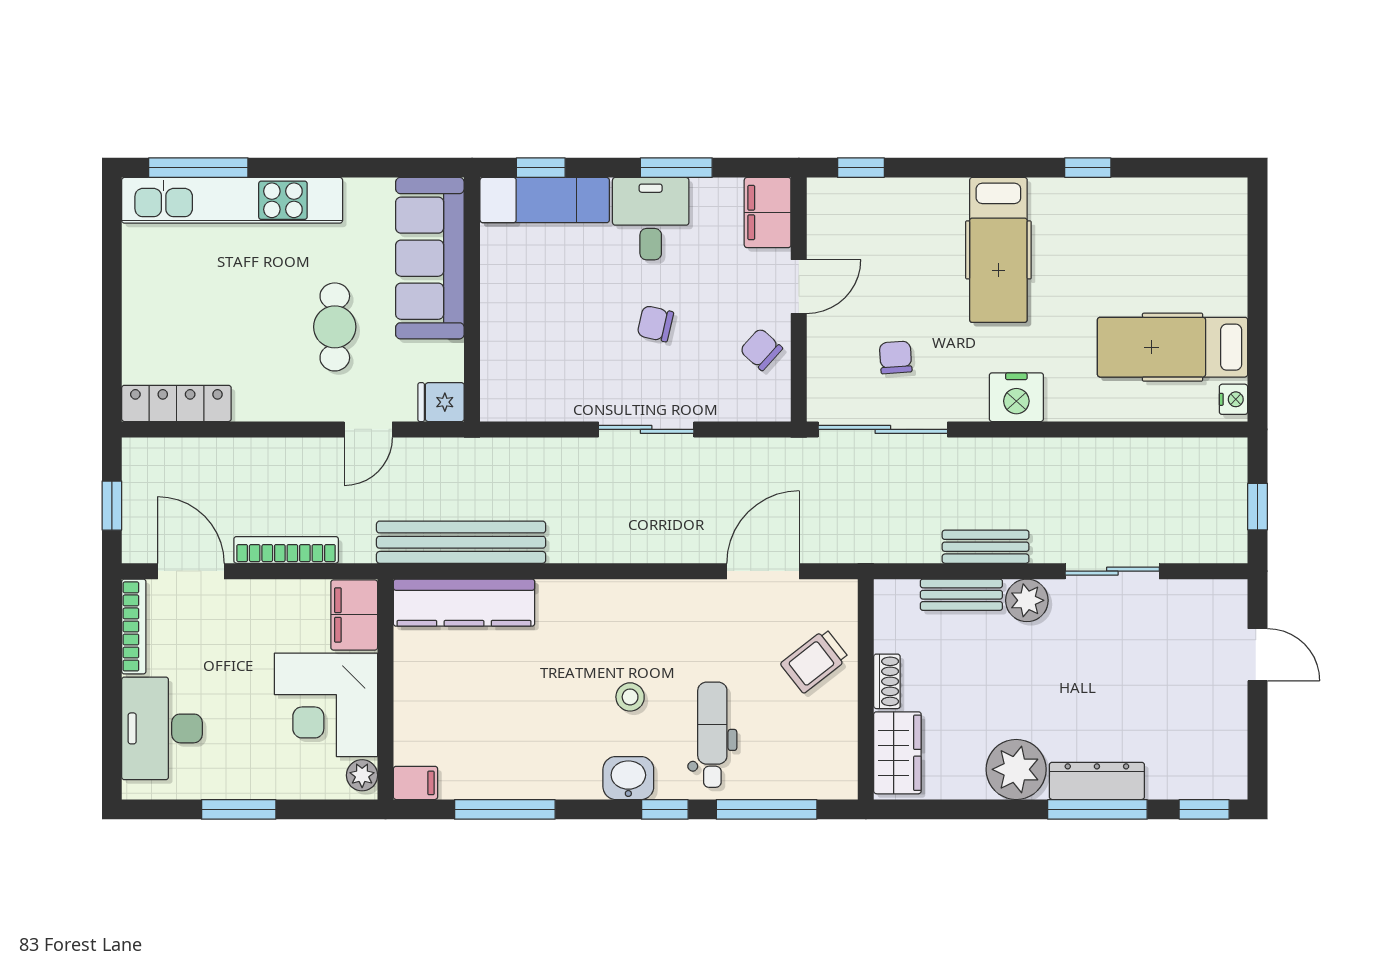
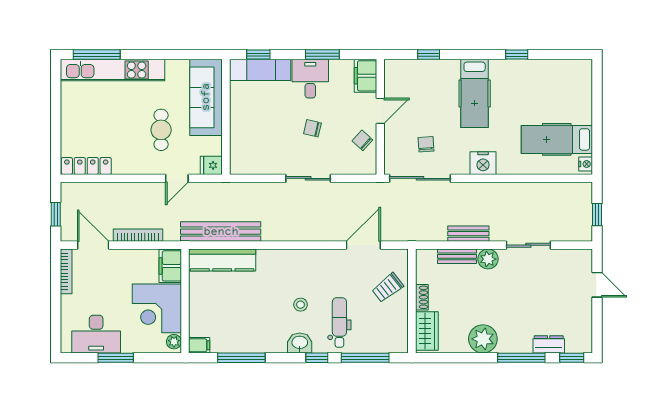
window: (861, 168) -> (429, 55), moved
desk: (162, 728) -> (96, 334), moved, turned -90
dresser: (1097, 781) -> (549, 344), moved, width x0.70

